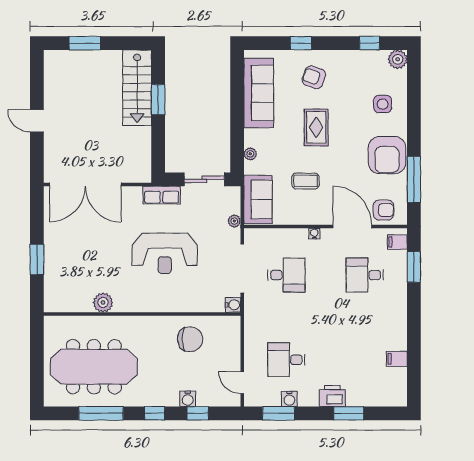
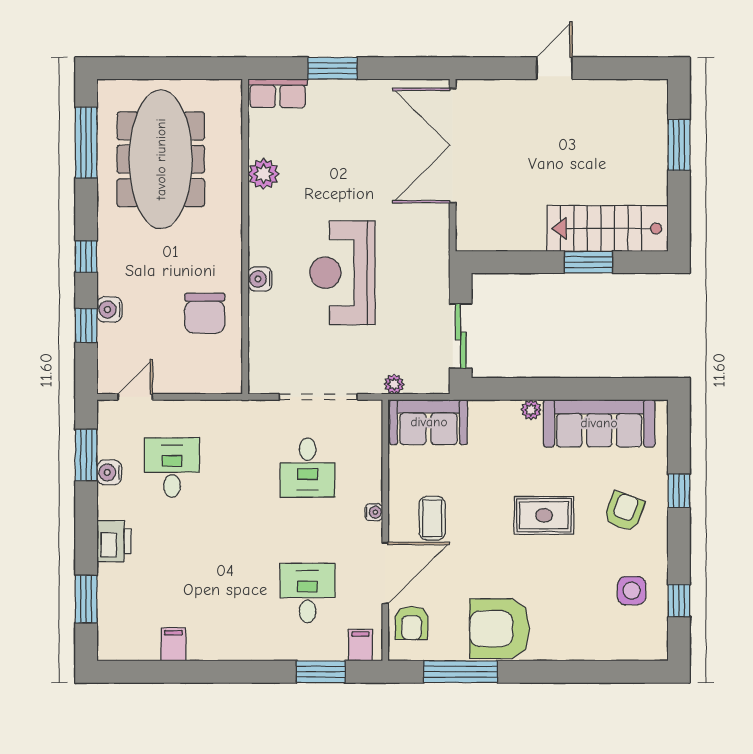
plant: (398, 59) -> (653, 646), removed
side table: (383, 104) -> (632, 591), moved
plant: (250, 154) -> (531, 410), moved
coffee table: (306, 181) -> (432, 518), moved
row of seats: (162, 195) -> (278, 93), moved, turned -90
water cooler: (233, 305) -> (260, 279), moved, turned 90
window: (101, 413) -> (86, 143), moved
window: (349, 413) -> (86, 599), moved

